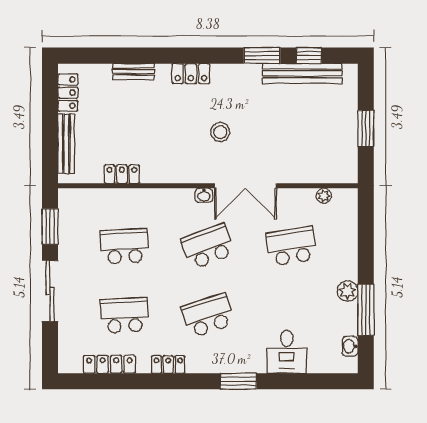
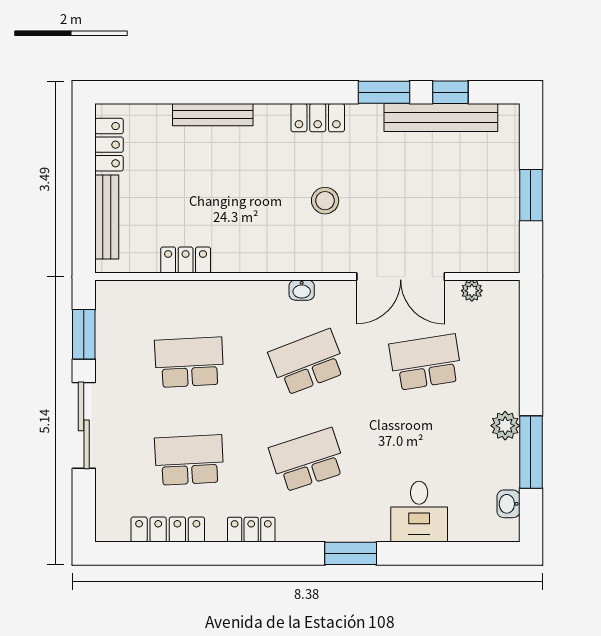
bench: (133, 71) -> (213, 115), width x1.36
locker: (191, 74) -> (318, 118), moved
double door: (245, 186) -> (401, 277), moved

